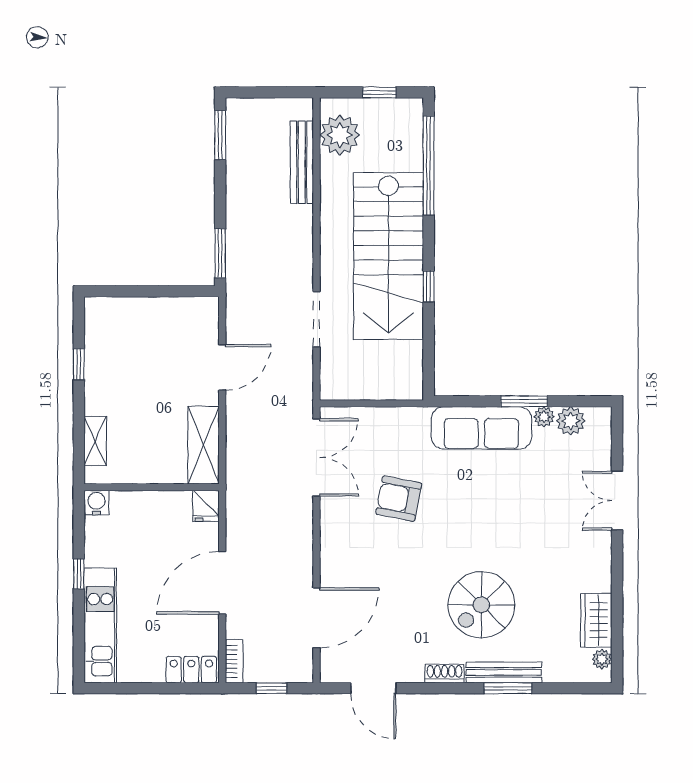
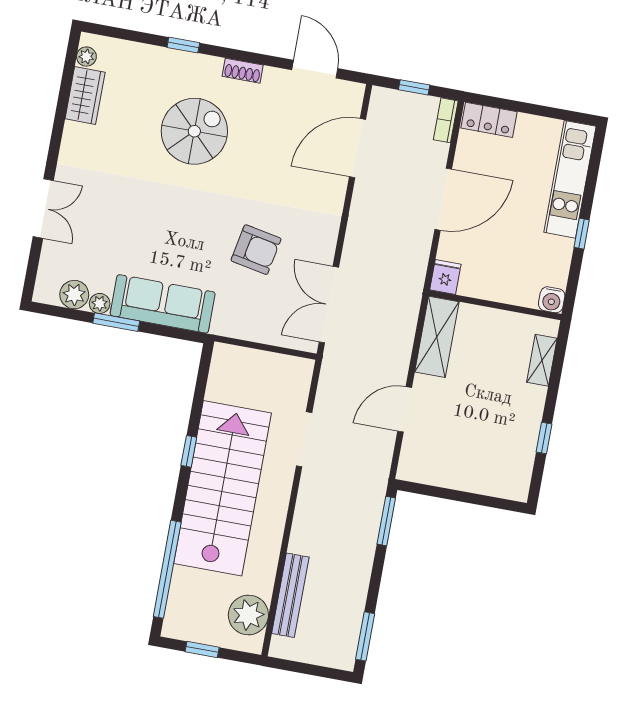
bench: (504, 672) -> (185, 61), removed
window: (508, 688) -> (183, 45), width x0.67

